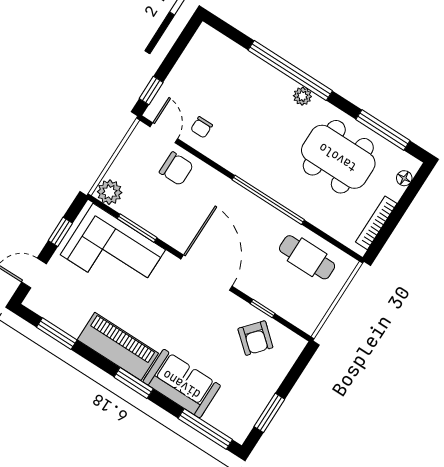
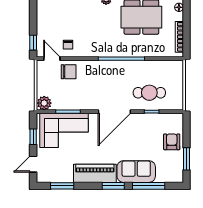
cafe table: (307, 257) -> (149, 93), moved
door: (207, 273) -> (114, 112), swing flipped
armchair: (255, 338) -> (172, 142), moved, turned -131
window: (205, 429) -> (149, 186), moved

